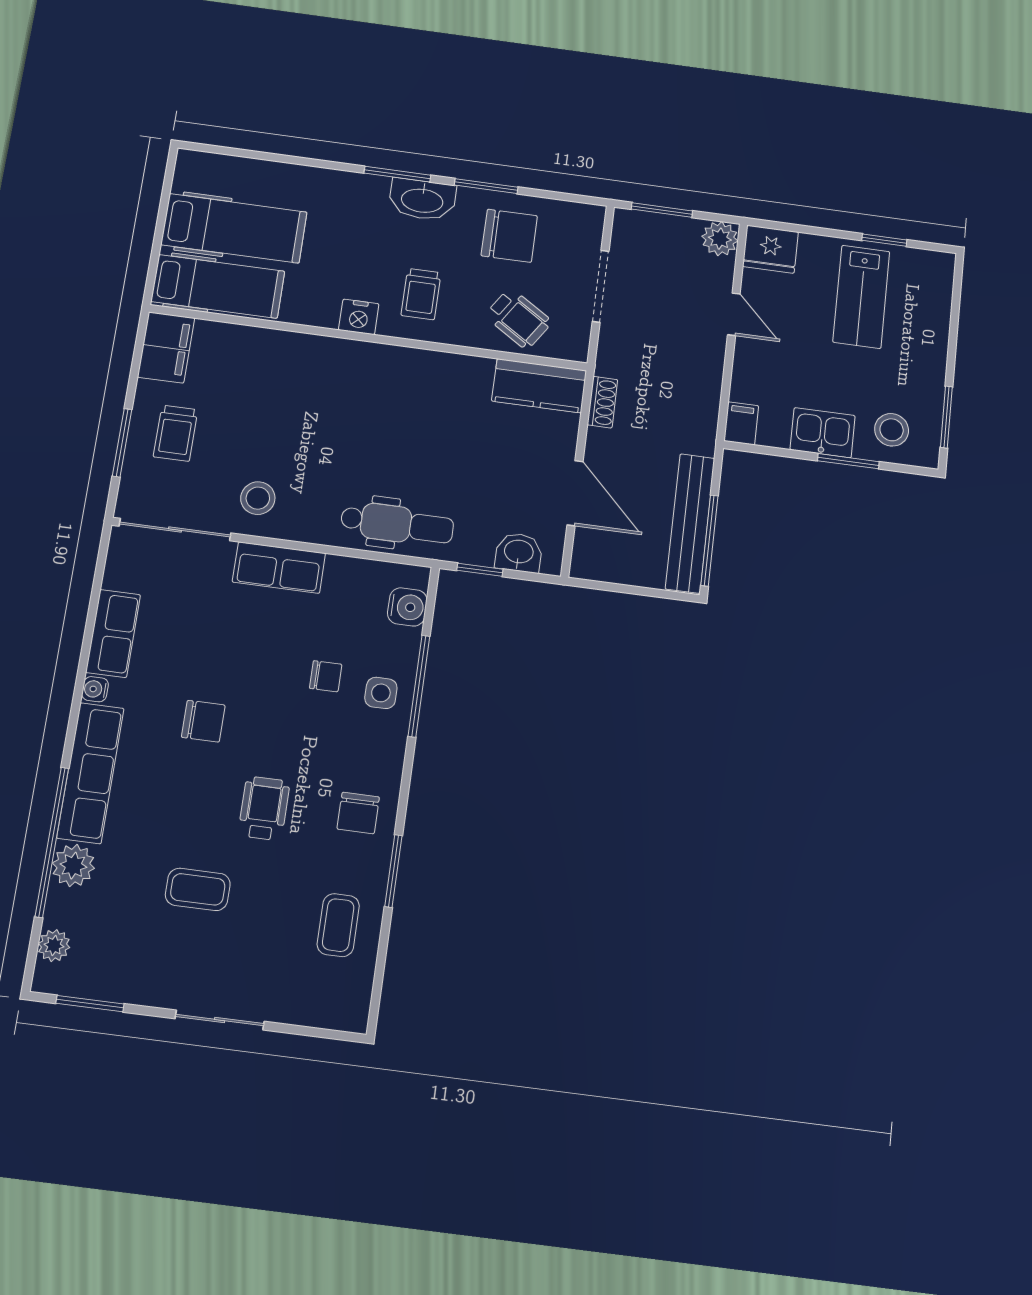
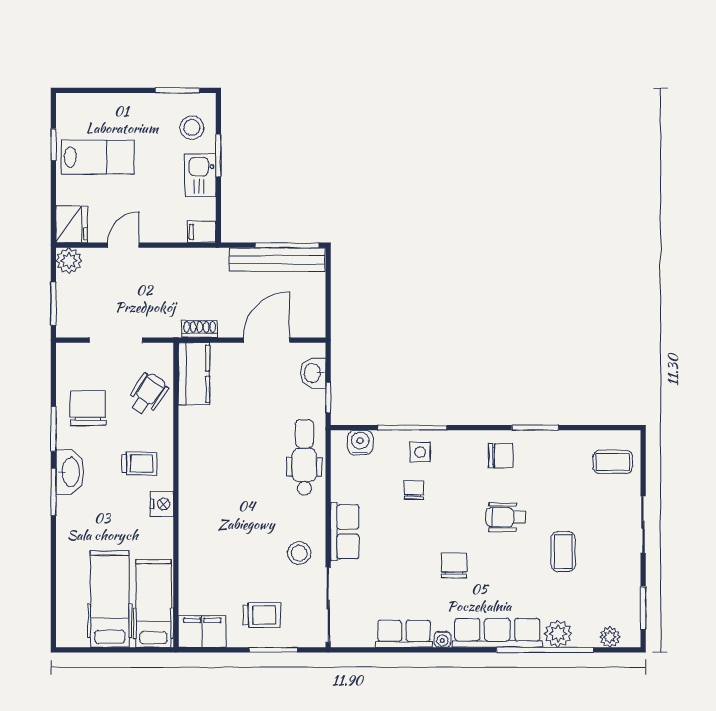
coffee table: (338, 925) -> (613, 462), moved

